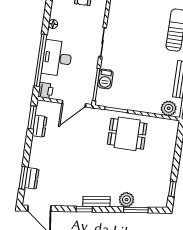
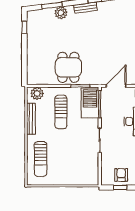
barbecue: (105, 79) -> (90, 103), width x1.88, depth x1.53
sun lounger: (144, 82) -> (61, 112), added
dining table: (127, 134) -> (68, 67), turned 90

